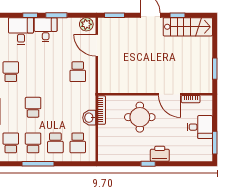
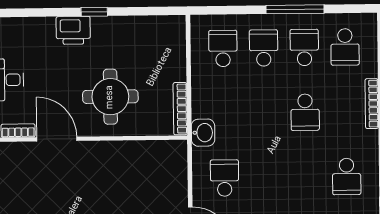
washbasin: (89, 118) -> (203, 133), moved
school desk: (33, 143) -> (304, 47), turned 180

